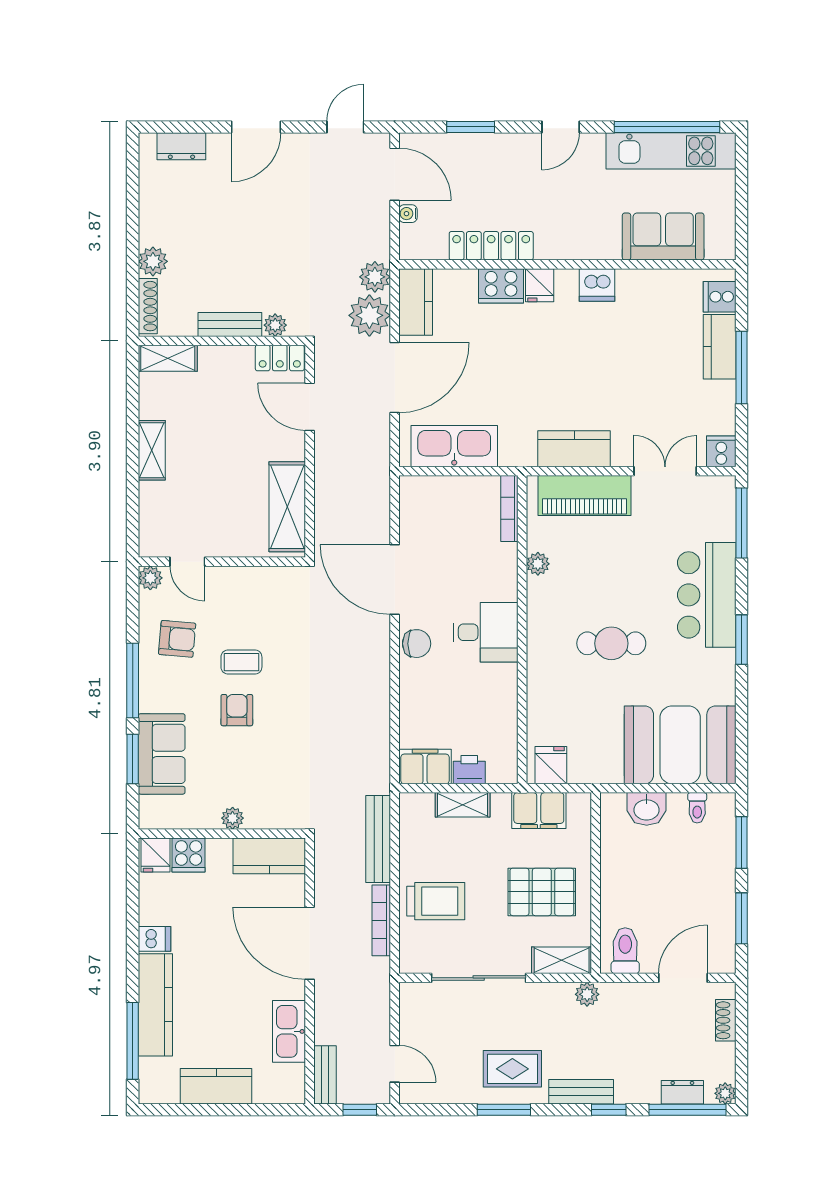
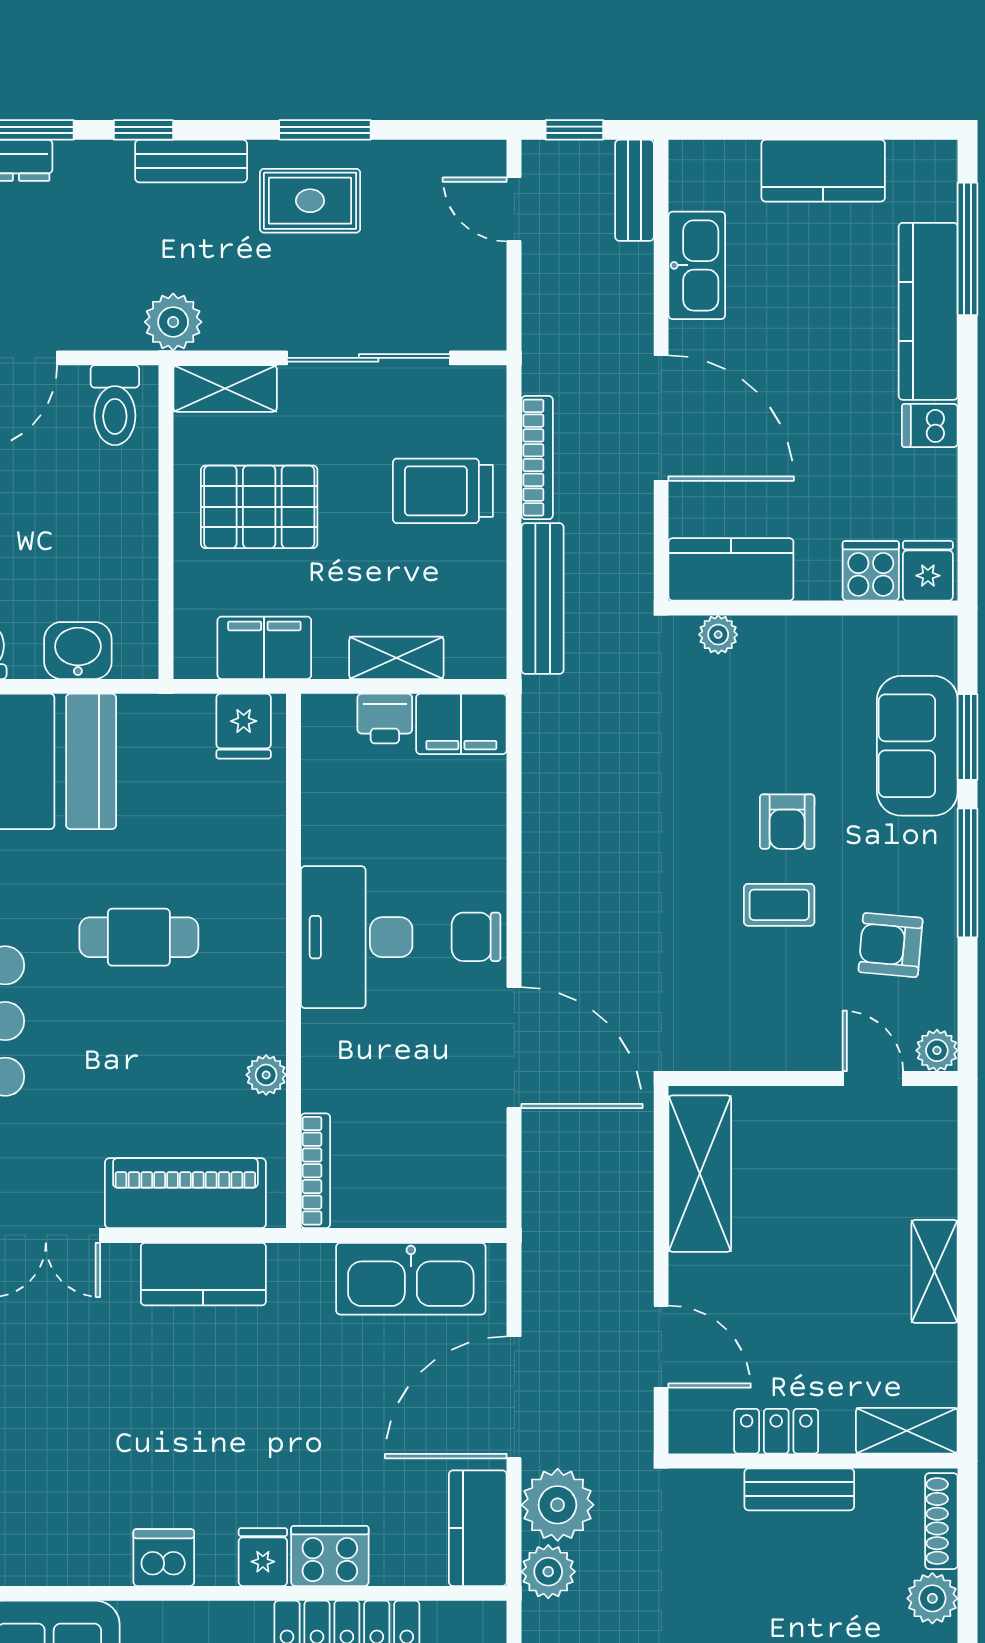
plant: (275, 325) -> (721, 1488), removed
locker: (280, 358) -> (776, 1431), moved
desk: (486, 632) -> (357, 937), width x1.37
plant: (233, 818) -> (718, 635), moved
plant: (587, 994) -> (173, 322), width x1.38, depth x1.38

